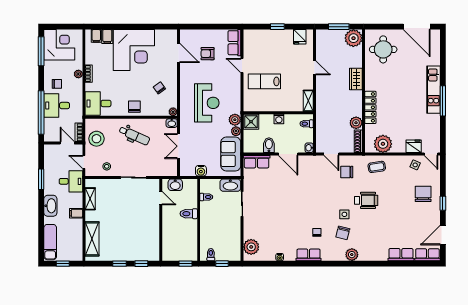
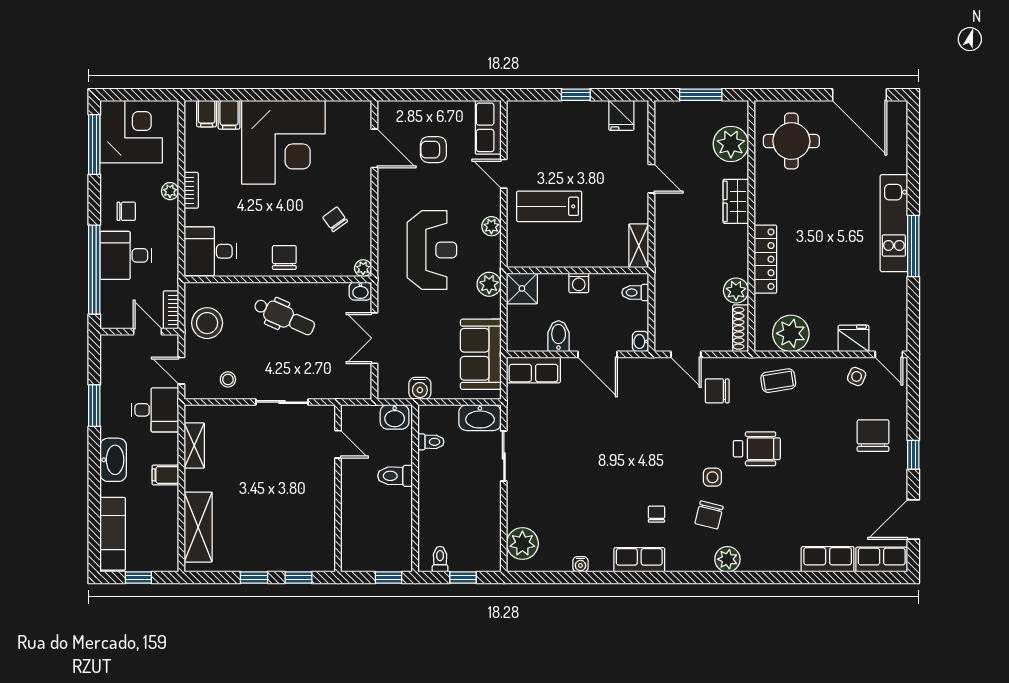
plant: (353, 38) -> (731, 144), moved
plant: (236, 131) -> (491, 226), moved
washbasin: (175, 185) -> (395, 417), moved

